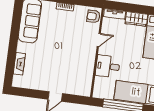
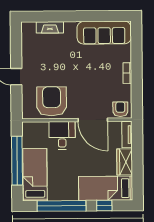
door: (99, 40) -> (93, 120), width x1.88
armchair: (79, 71) -> (52, 101), added

